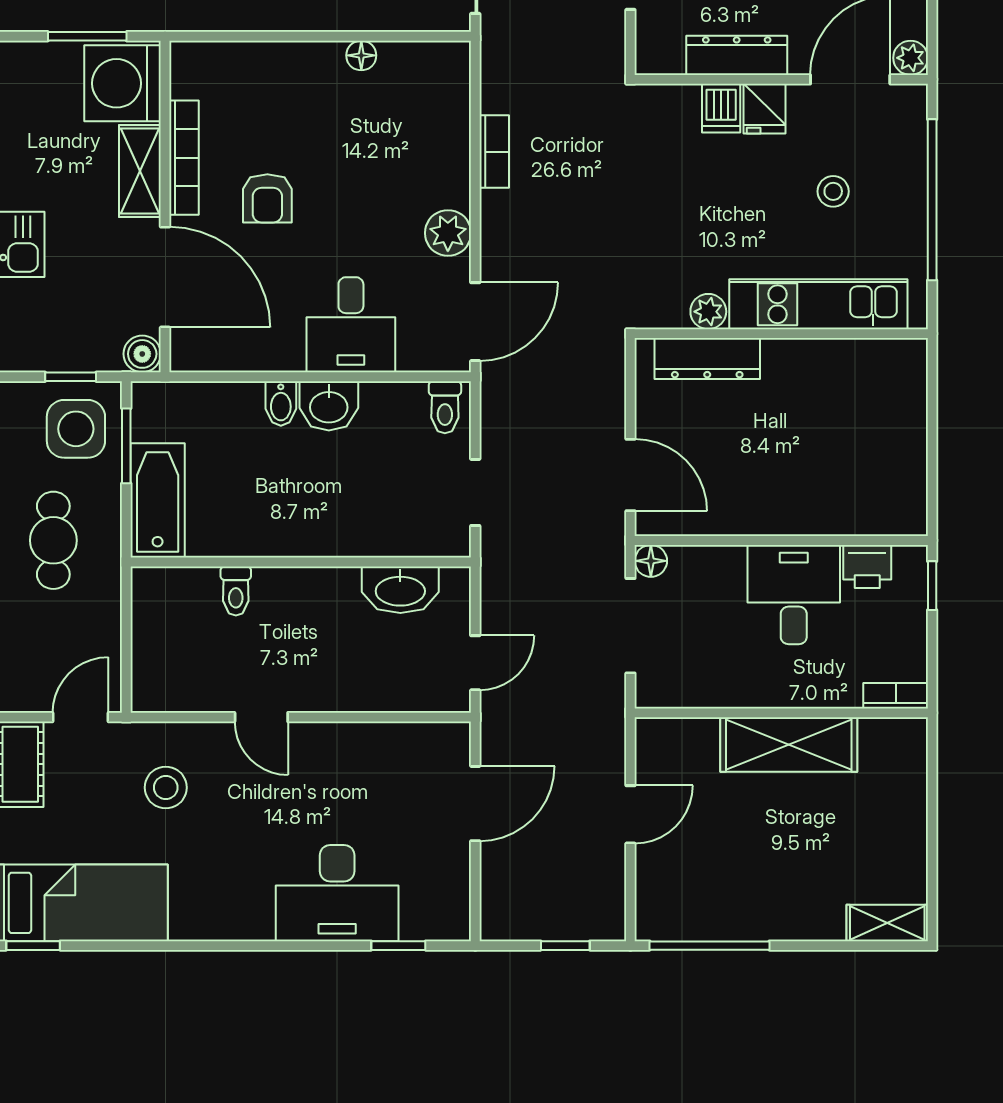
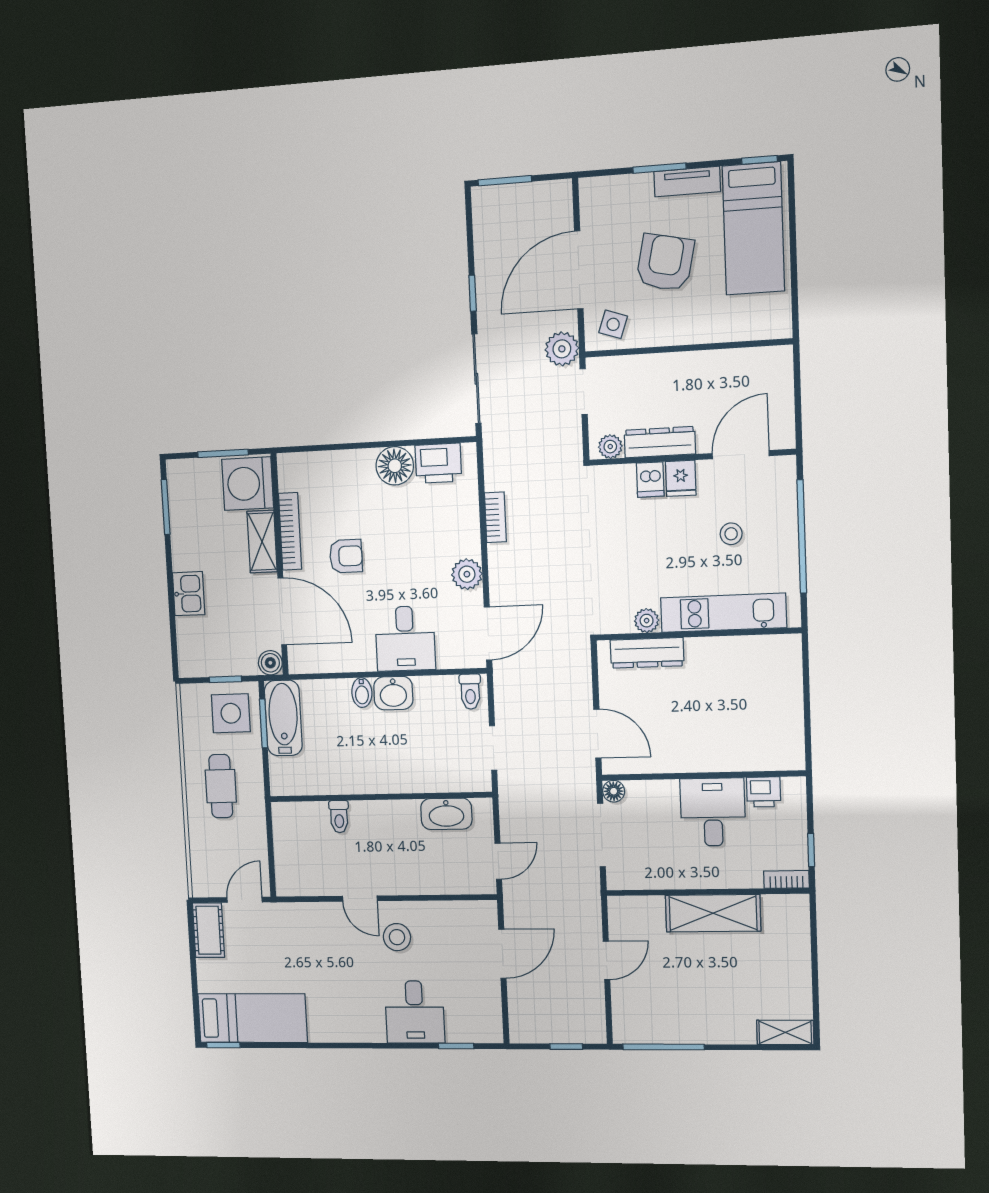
floor lamp: (361, 55) -> (395, 466), width x1.89, depth x1.89
plant: (911, 58) -> (610, 447), moved
printer: (413, 68) -> (438, 463), added
armchair: (267, 198) -> (346, 556), turned -90
bathtub: (158, 500) -> (283, 718), moved
window: (932, 586) -> (811, 850), moved
stool: (166, 788) -> (397, 937), moved
desk: (337, 893) -> (415, 1012), width x0.73

